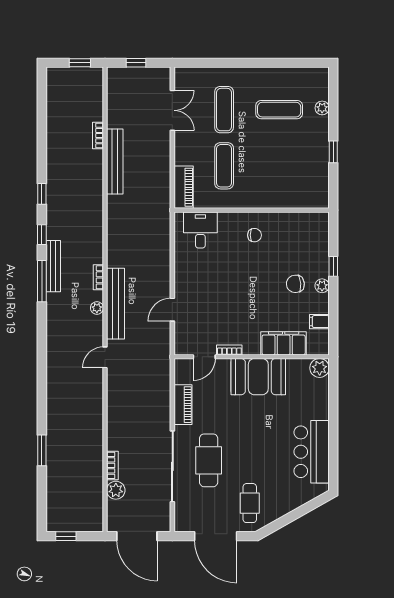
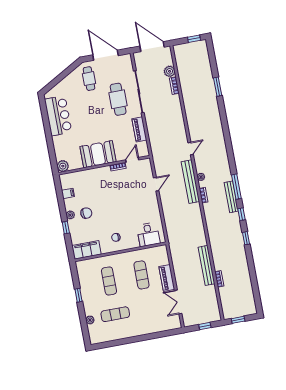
exercise mat: (224, 110) -> (109, 281), moved
piano: (184, 187) -> (167, 278), moved
filing cabinet: (284, 343) -> (86, 250), moved, turned 180

